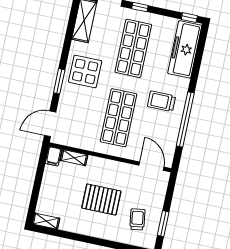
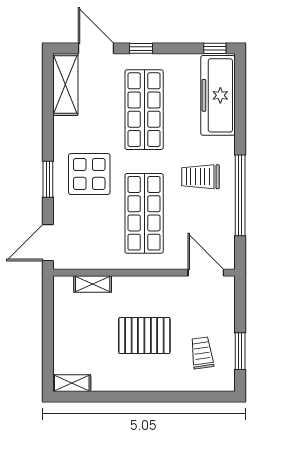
display table: (85, 71) -> (89, 174), moved
filing cabinet: (53, 156) -> (63, 288), removed

